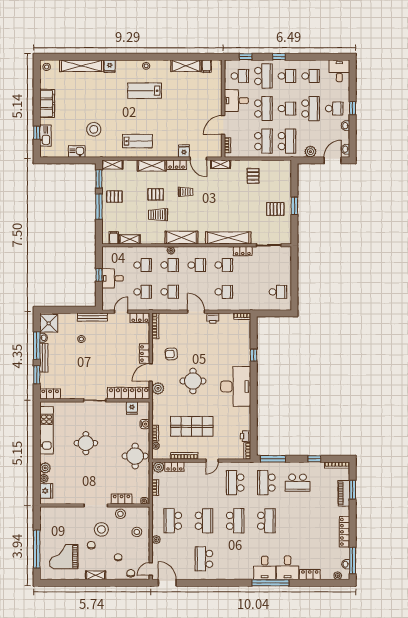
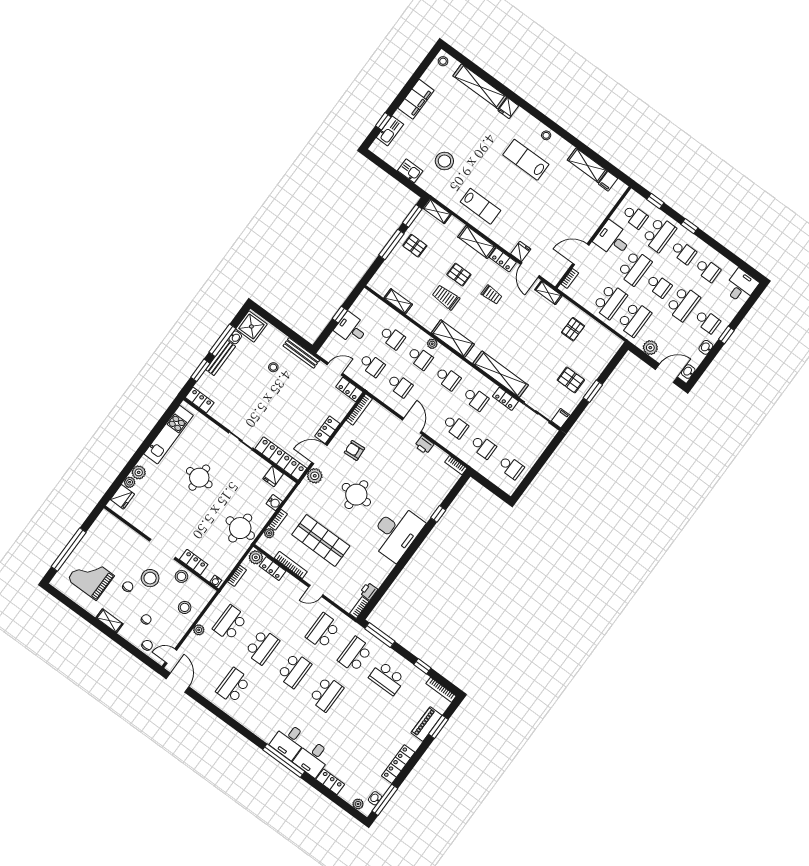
filing cabinet: (114, 238) -> (561, 418), moved
school desk: (251, 292) -> (483, 447), added

